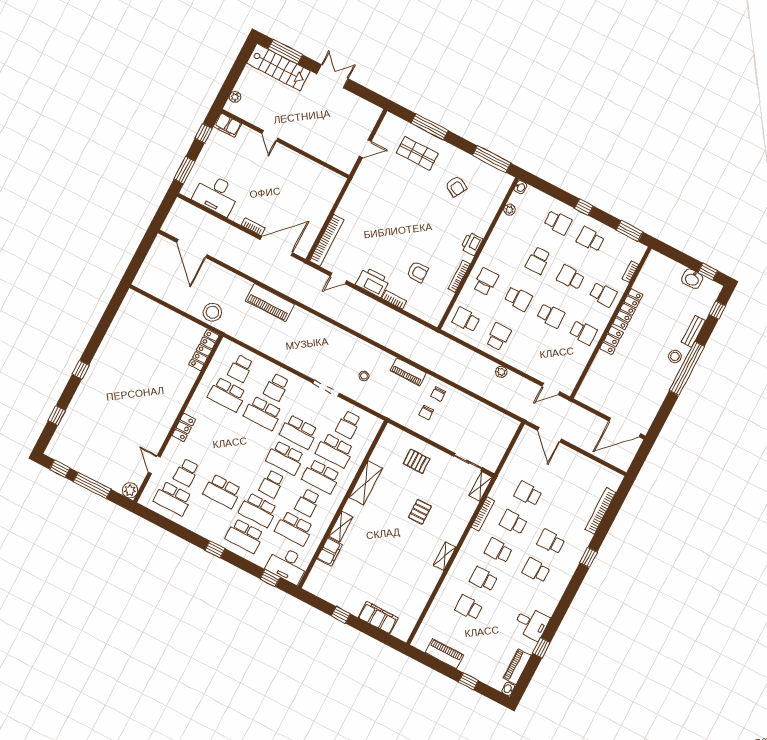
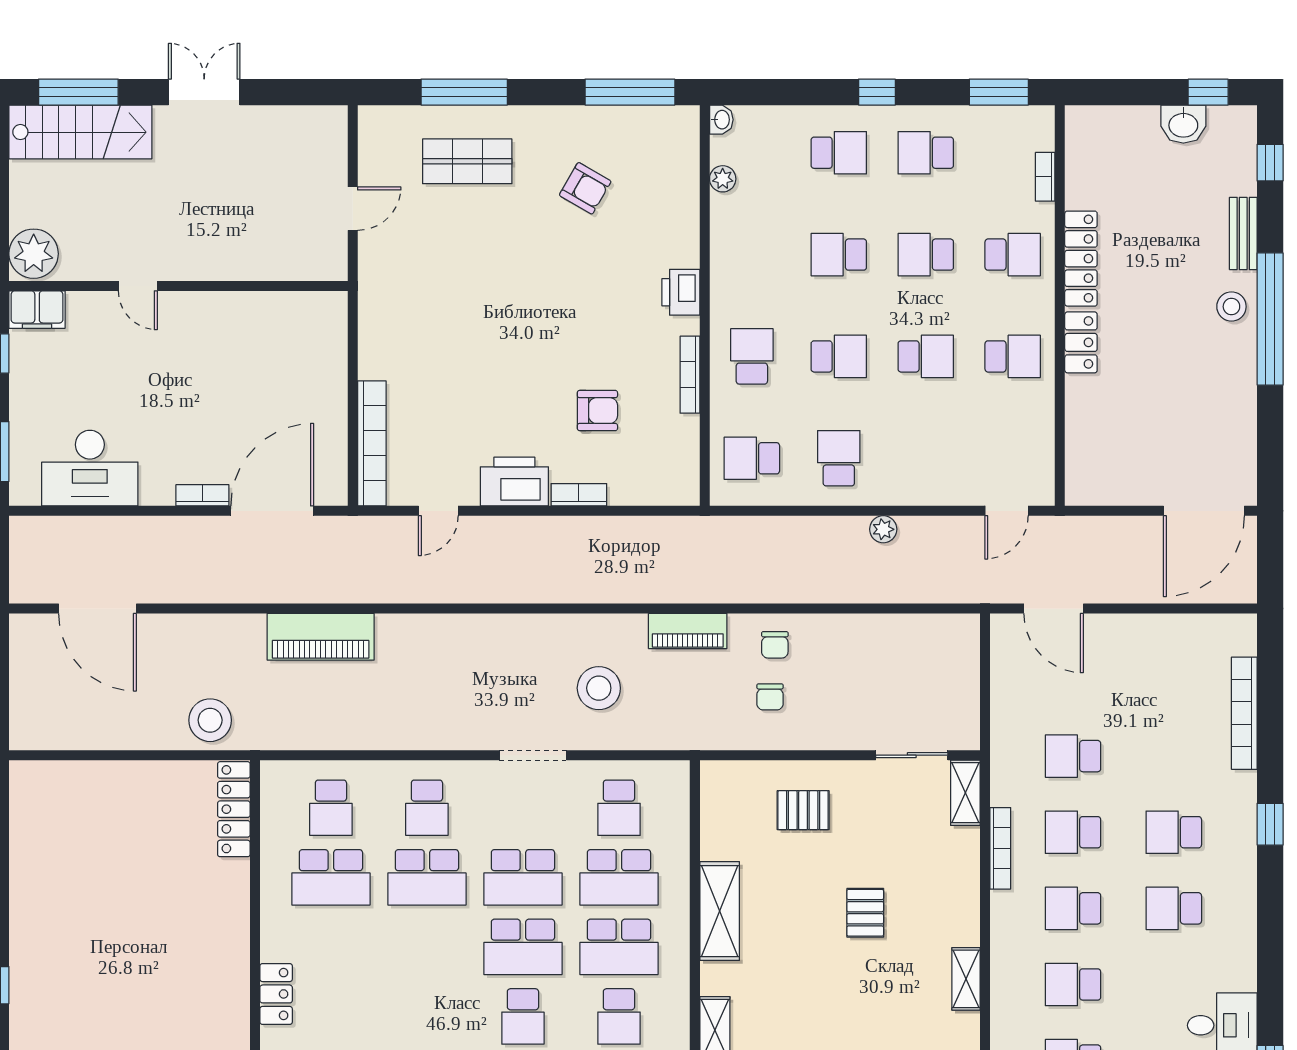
plant: (235, 97) -> (34, 254), width x1.88, depth x1.88
school desk: (538, 261) -> (839, 255), turned 90
stool: (364, 376) -> (599, 688), width x1.89, depth x1.89

